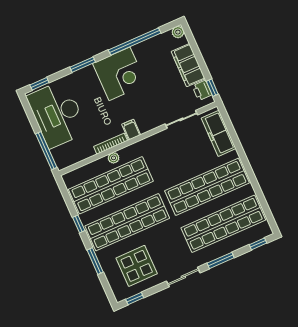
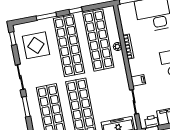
filing cabinet: (131, 130) -> (138, 80), moved

